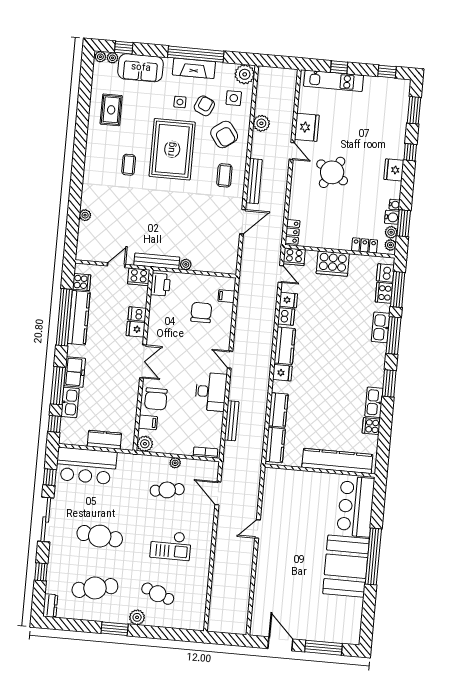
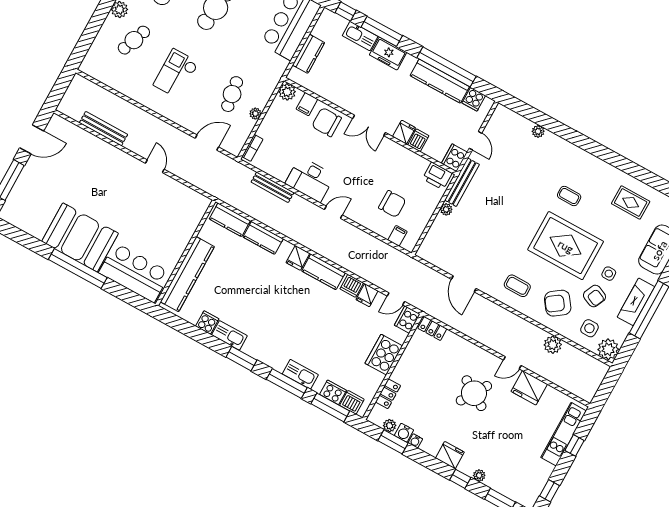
bench: (254, 181) -> (103, 129), moved
plant: (390, 245) -> (479, 475), moved

